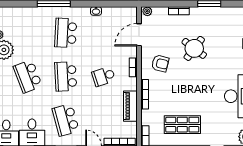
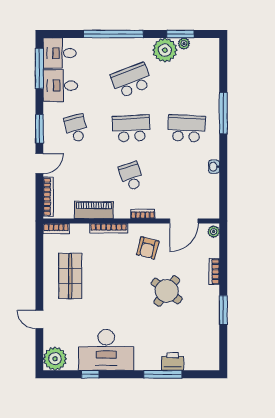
door: (139, 35) -> (184, 221), swing flipped
school desk: (66, 120) -> (76, 128), width x0.54

